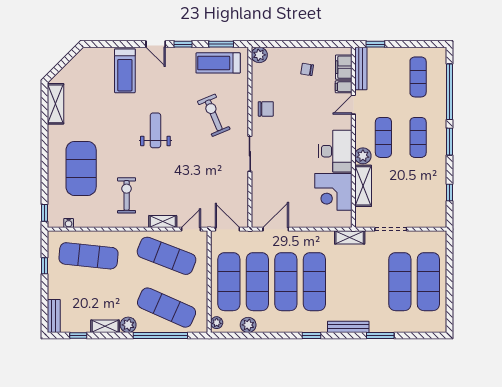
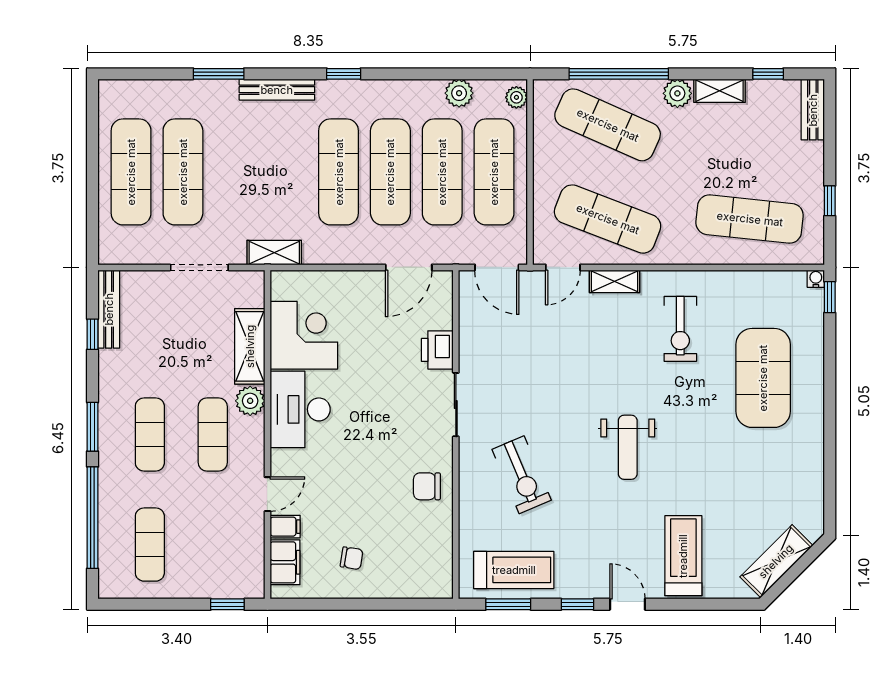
plant: (259, 55) -> (439, 585), removed
bench: (361, 68) -> (109, 309), moved
shelving: (55, 104) -> (776, 561), moved, turned 45
printer: (260, 184) -> (437, 350), added
water cooler: (69, 223) -> (816, 279), moved

